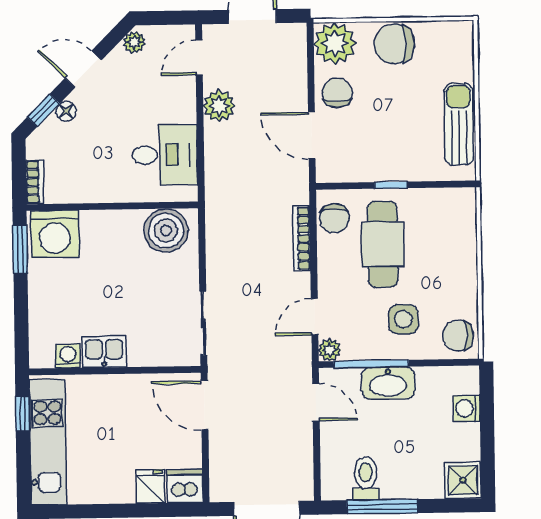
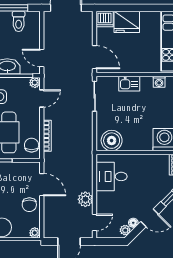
plant: (335, 43) -> (35, 233), width x0.53, depth x0.53
floor lamp: (66, 111) -> (133, 223), moved
kitchen sink: (104, 352) -> (129, 84), moved
fridge: (151, 486) -> (127, 22), width x1.88, depth x1.34

